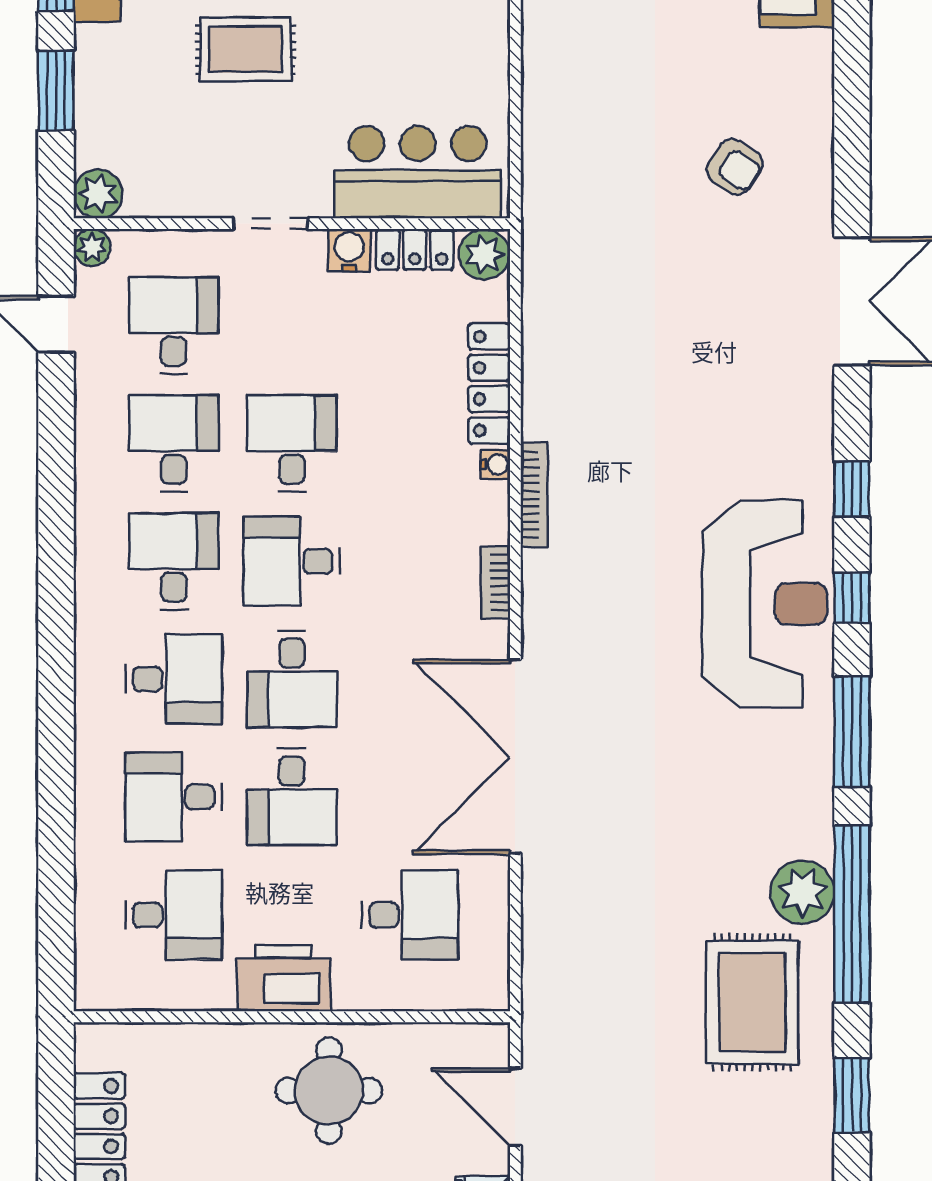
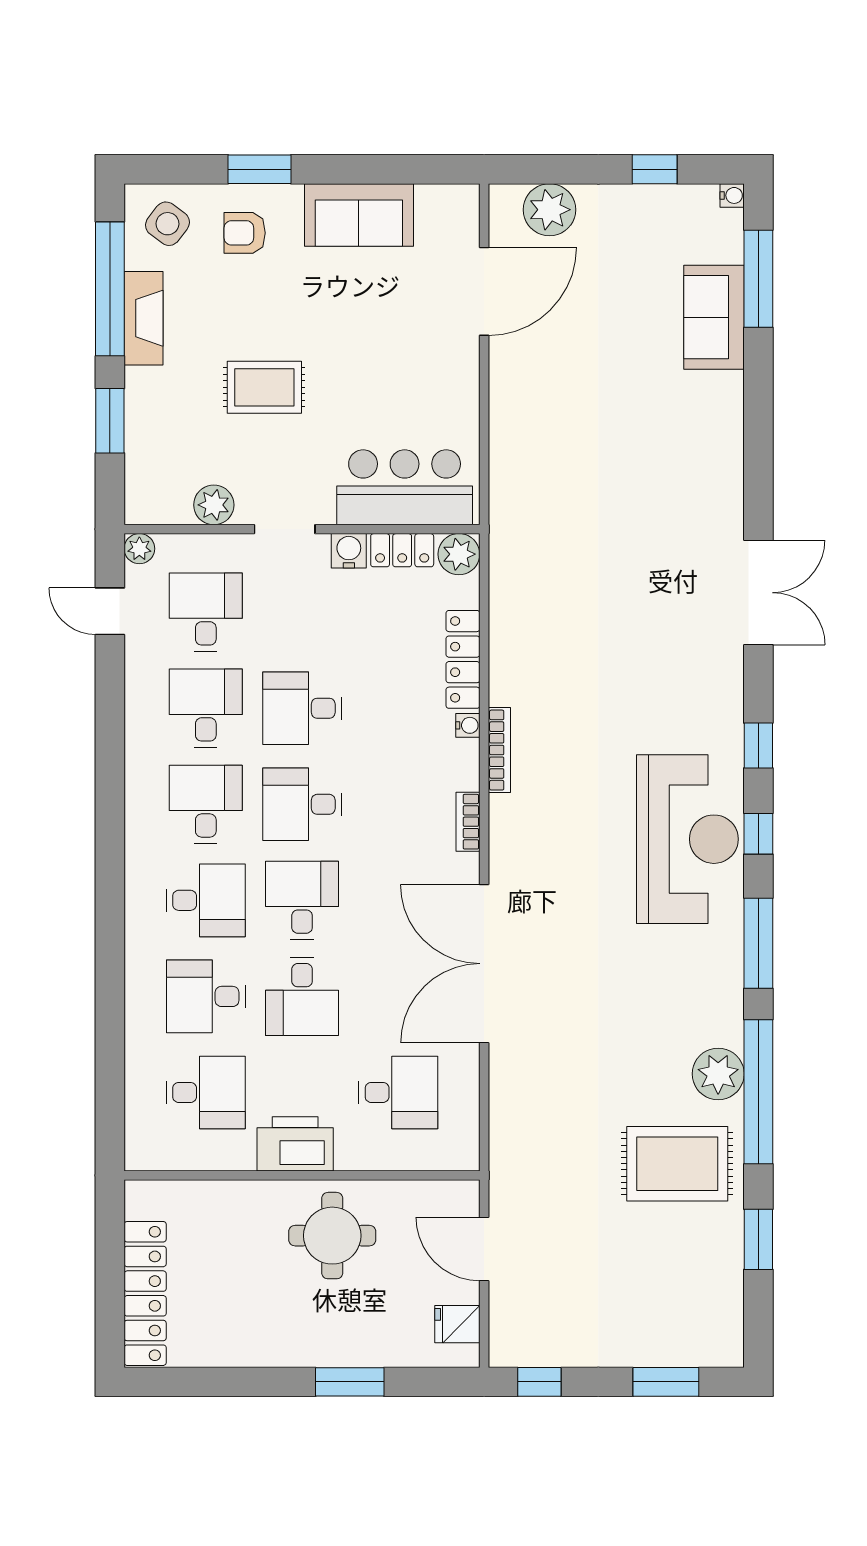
armchair: (735, 167) -> (663, 483), removed
plant: (98, 194) -> (214, 505), moved
desk: (292, 443) -> (302, 708), turned -90
desk: (292, 679) -> (302, 900), turned 180
rug: (752, 1002) -> (677, 1164), turned 90

